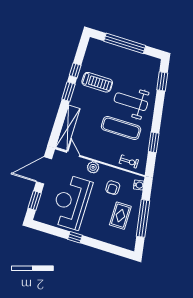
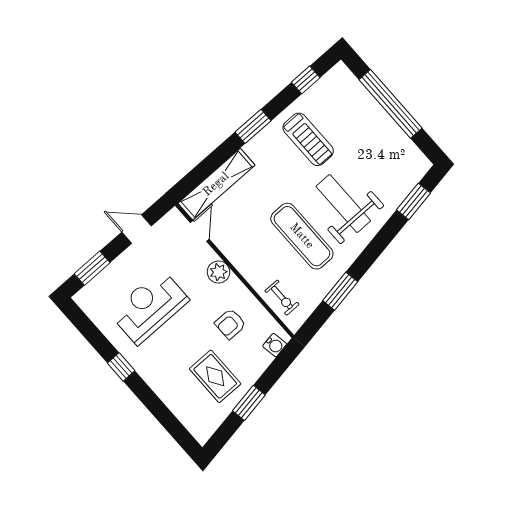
window: (75, 70) -> (306, 80), moved
door: (44, 170) -> (137, 229), width x0.53
reception desk: (71, 202) -> (149, 307), width x0.74, depth x0.77
rug: (120, 216) -> (215, 376), turned 90
window: (143, 218) -> (249, 403), width x0.47

